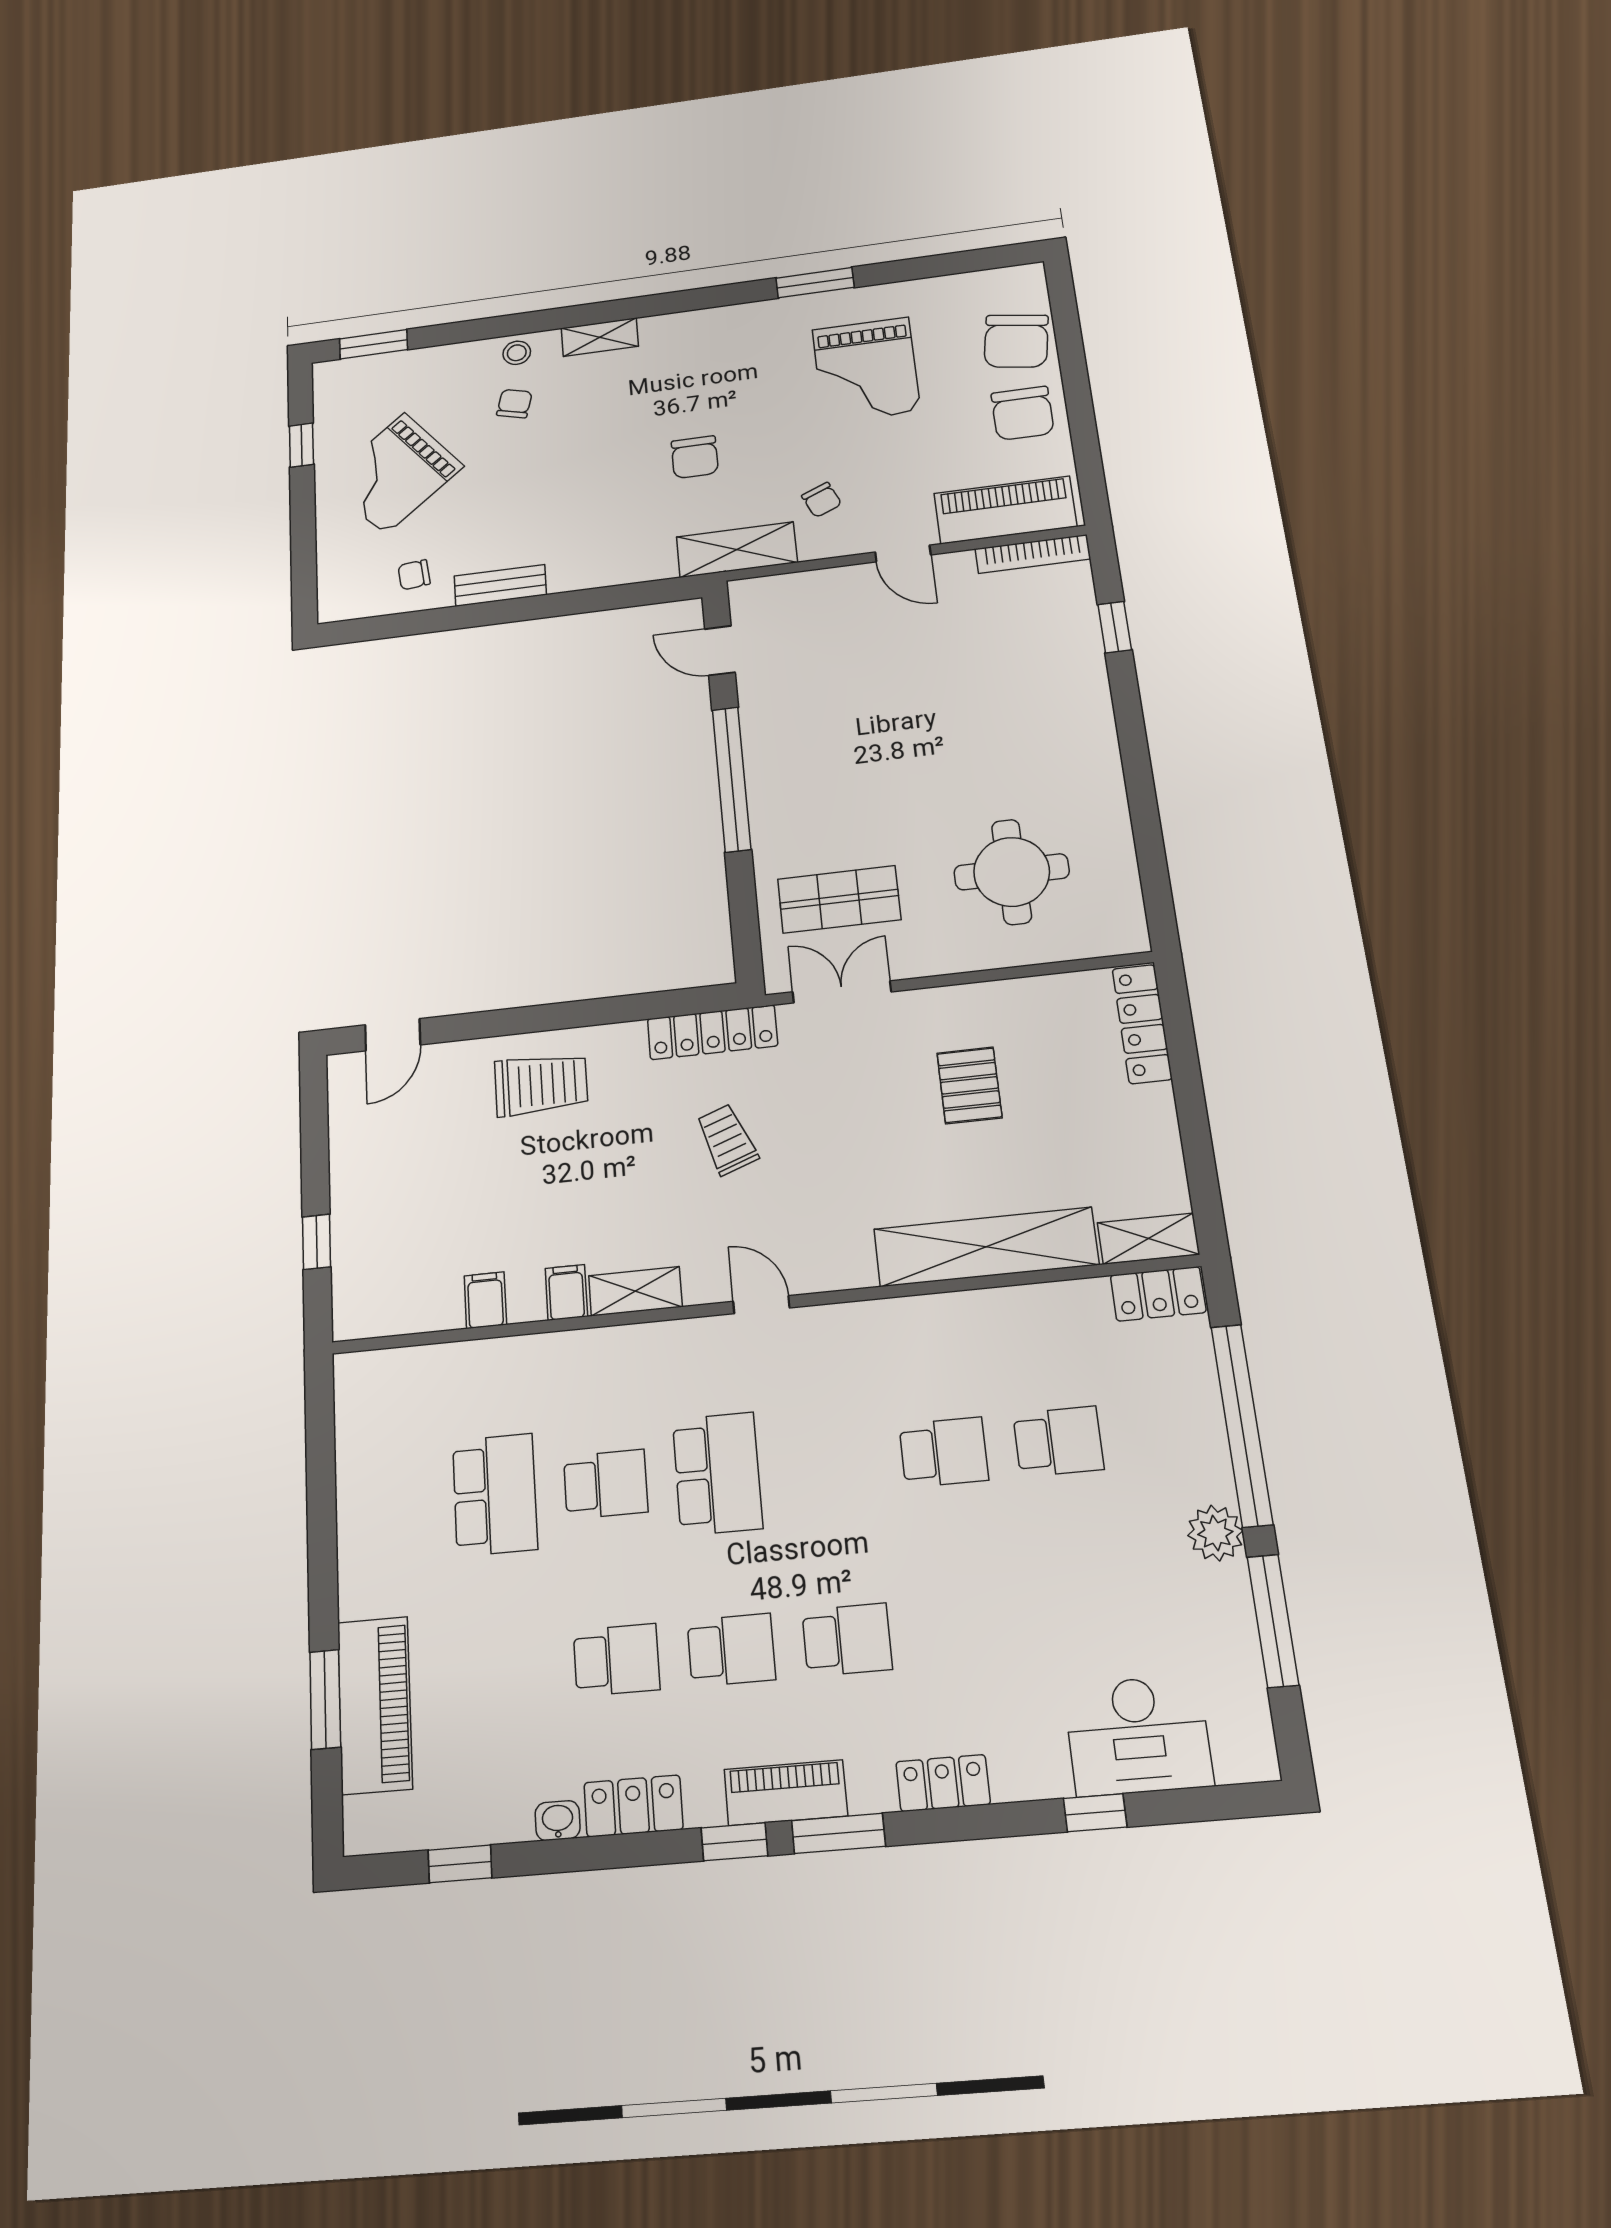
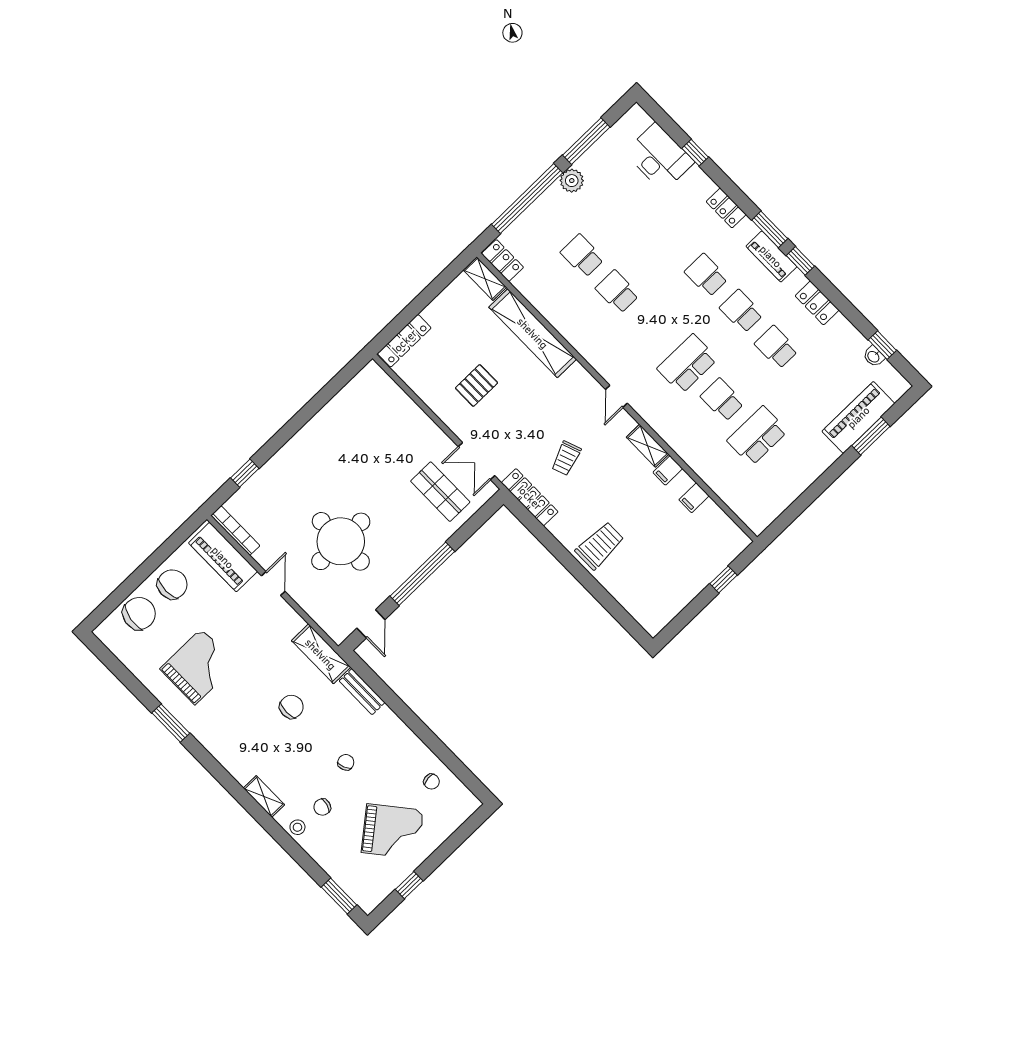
chair: (822, 500) -> (346, 762), moved
bench: (500, 585) -> (362, 692), moved
round table: (1012, 872) -> (341, 541), moved, width x1.36, depth x1.36
door: (393, 1035) -> (625, 620), removed
trolley: (541, 1084) -> (600, 546), turned 90
washbasin: (558, 1821) -> (874, 356), moved

